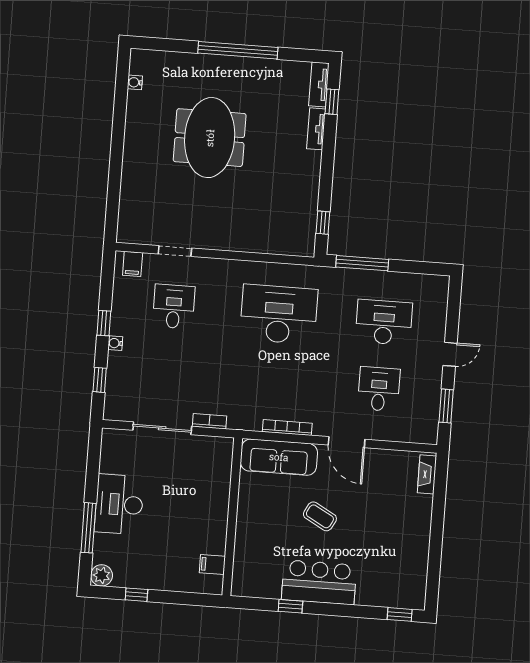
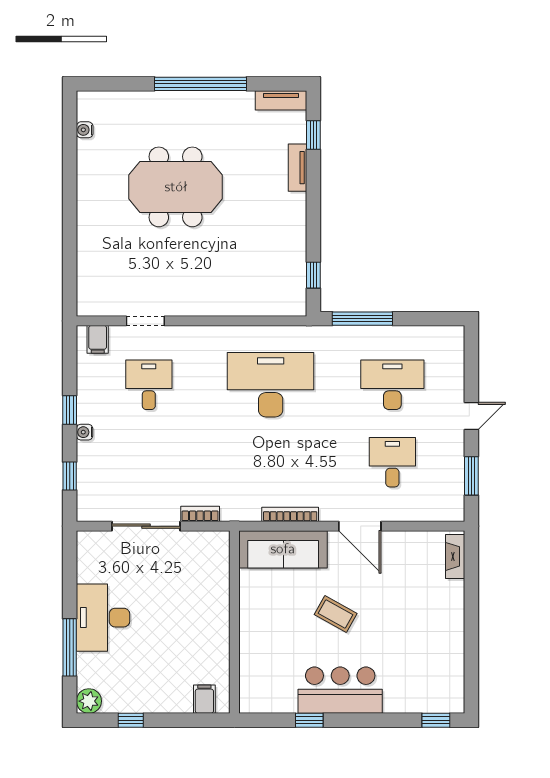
tv unit: (319, 84) -> (281, 100), moved, turned -90
meeting table: (210, 138) -> (176, 187), turned 90
filing cabinet: (212, 564) -> (204, 699), moved, turned 90

